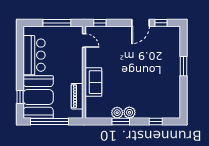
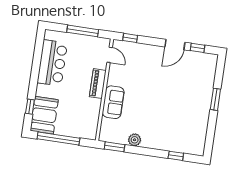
piano: (77, 96) -> (98, 84), moved
booth: (38, 97) -> (44, 115), width x0.73, depth x0.70
plant: (129, 112) -> (148, 142), removed
window: (121, 121) -> (114, 147), moved

